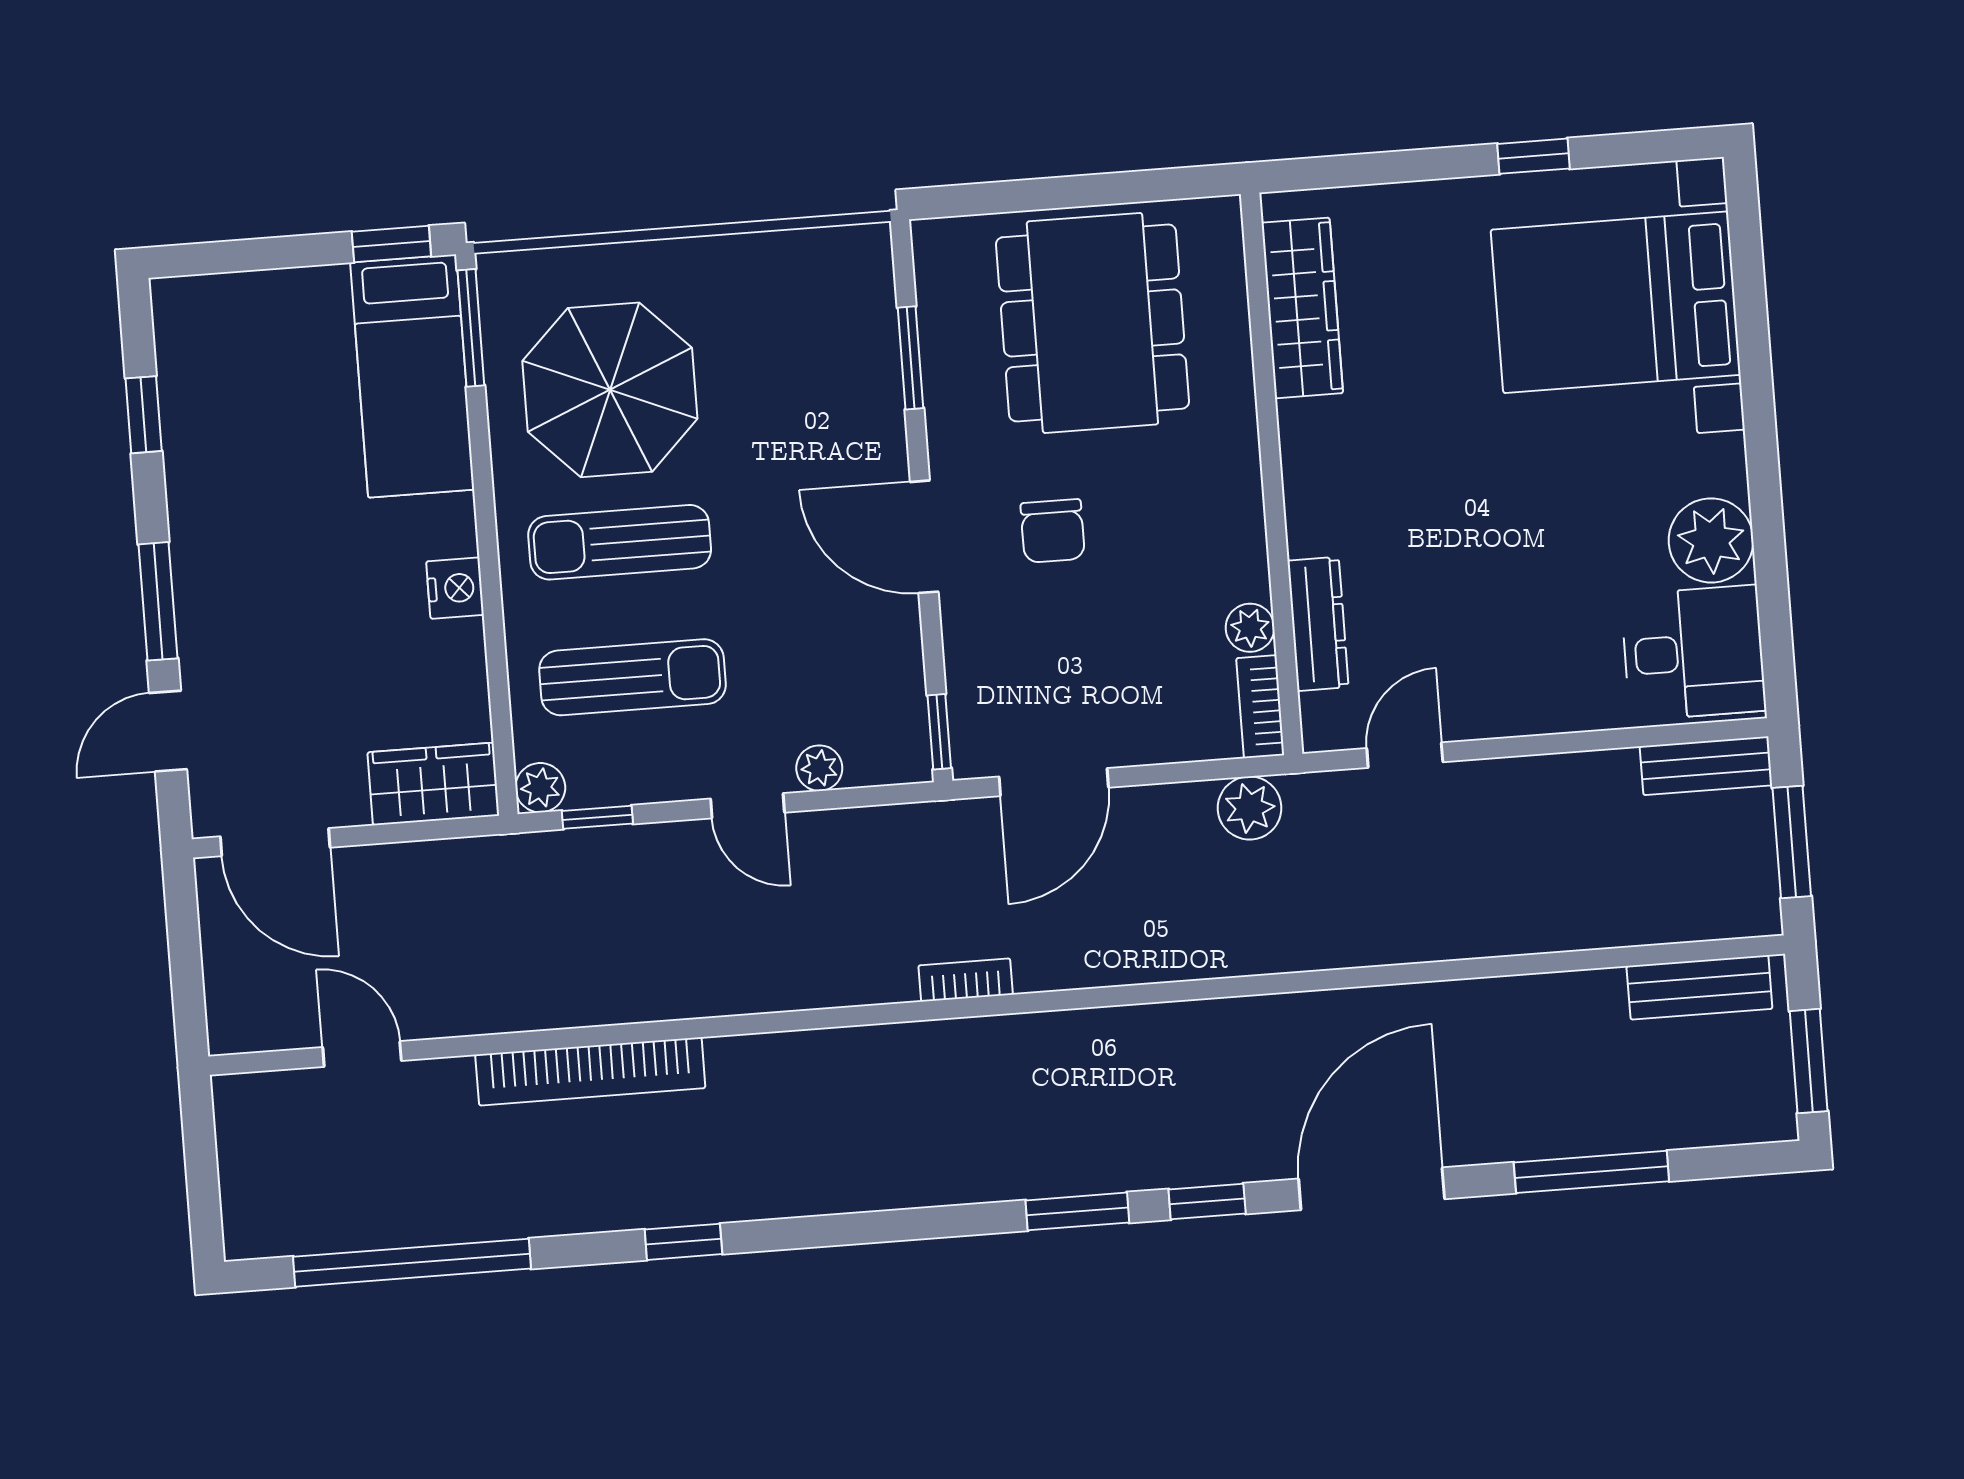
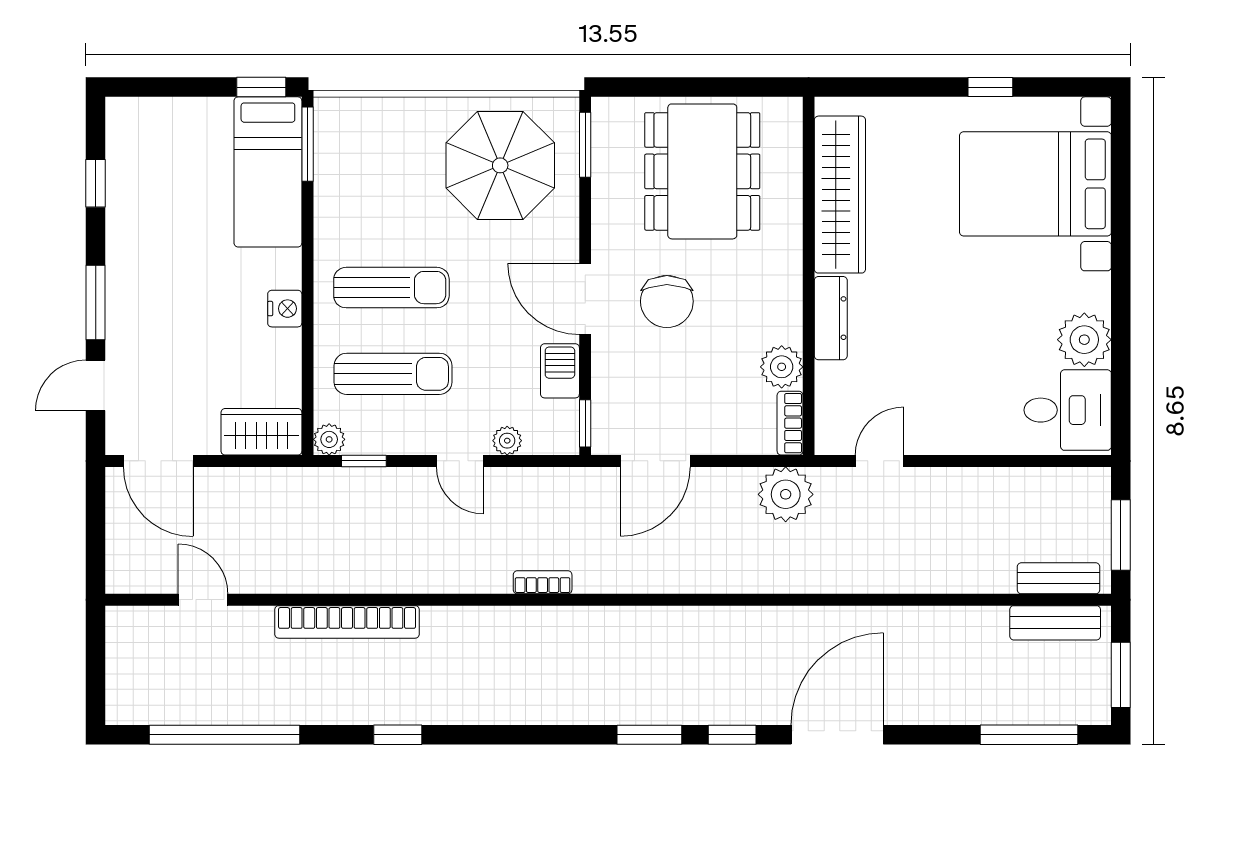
wardrobe: (1302, 308) -> (840, 195), width x1.40, depth x1.17
window: (910, 358) -> (585, 145), moved
parasol: (610, 390) -> (500, 165), moved
chair: (1053, 531) -> (667, 301), width x1.37, depth x1.37
sun lounger: (620, 542) -> (391, 288), turned 180
dresser: (1318, 624) -> (831, 318), moved
plant: (1250, 628) -> (782, 367), width x1.38, depth x1.38
barbecue: (894, 652) -> (560, 371), added
bench: (1706, 766) -> (1059, 578), moved
plant: (1250, 808) -> (786, 494), width x1.36, depth x1.36
bookcase: (966, 980) -> (543, 582), moved
window: (1591, 1172) -> (1029, 735), moved

